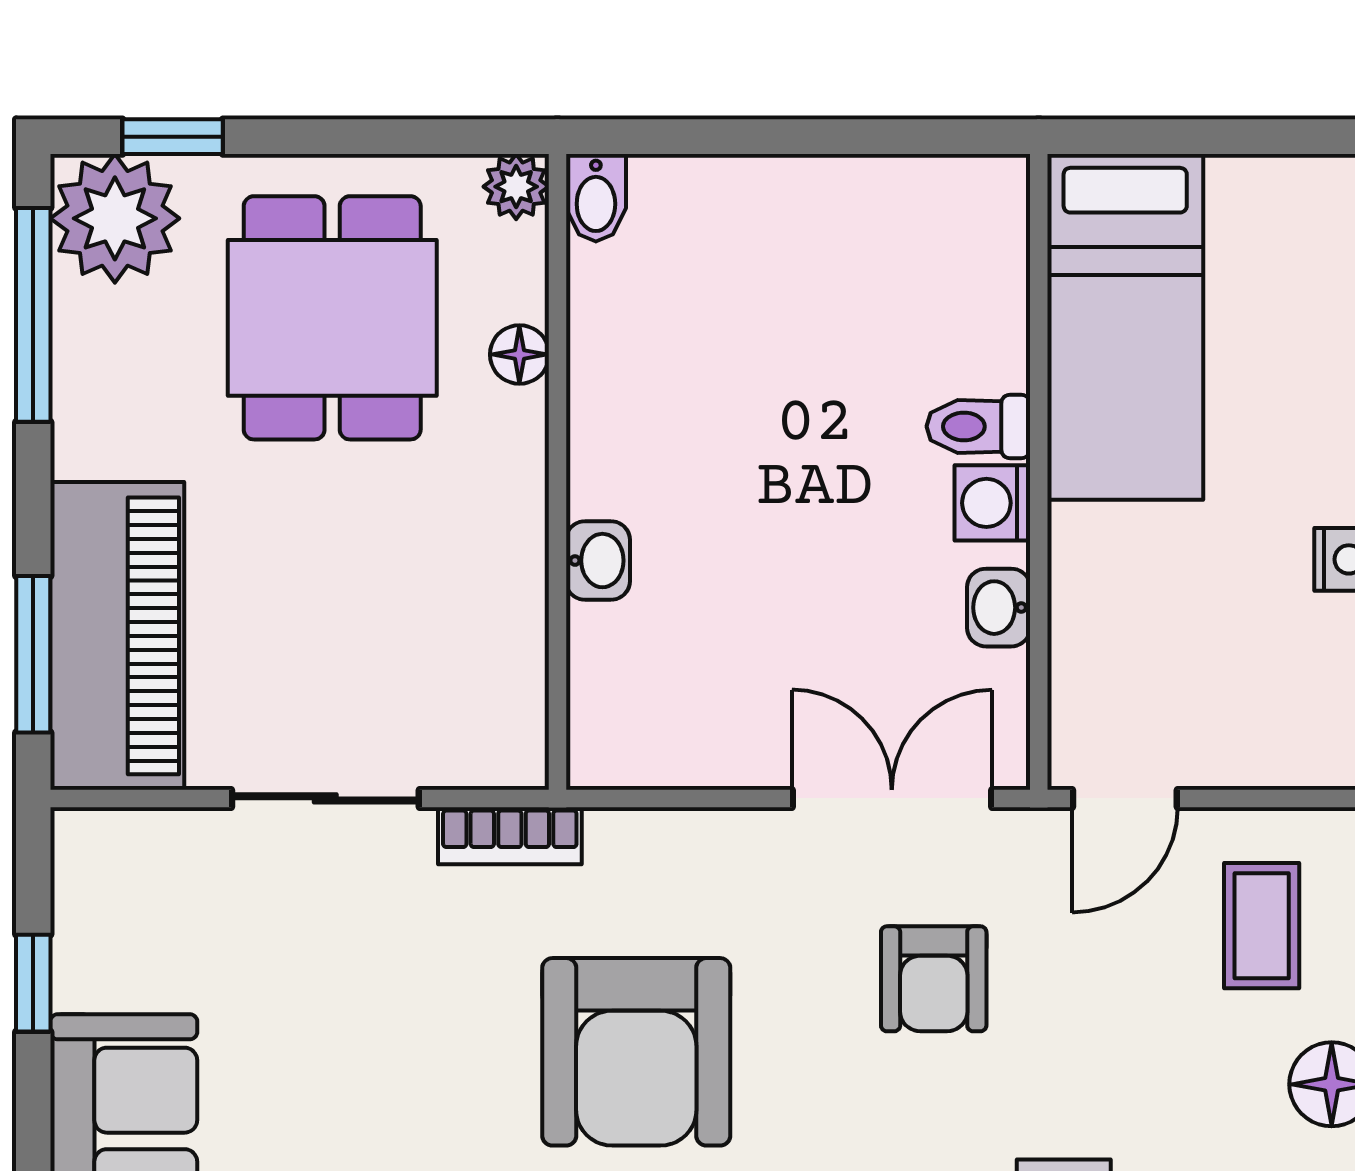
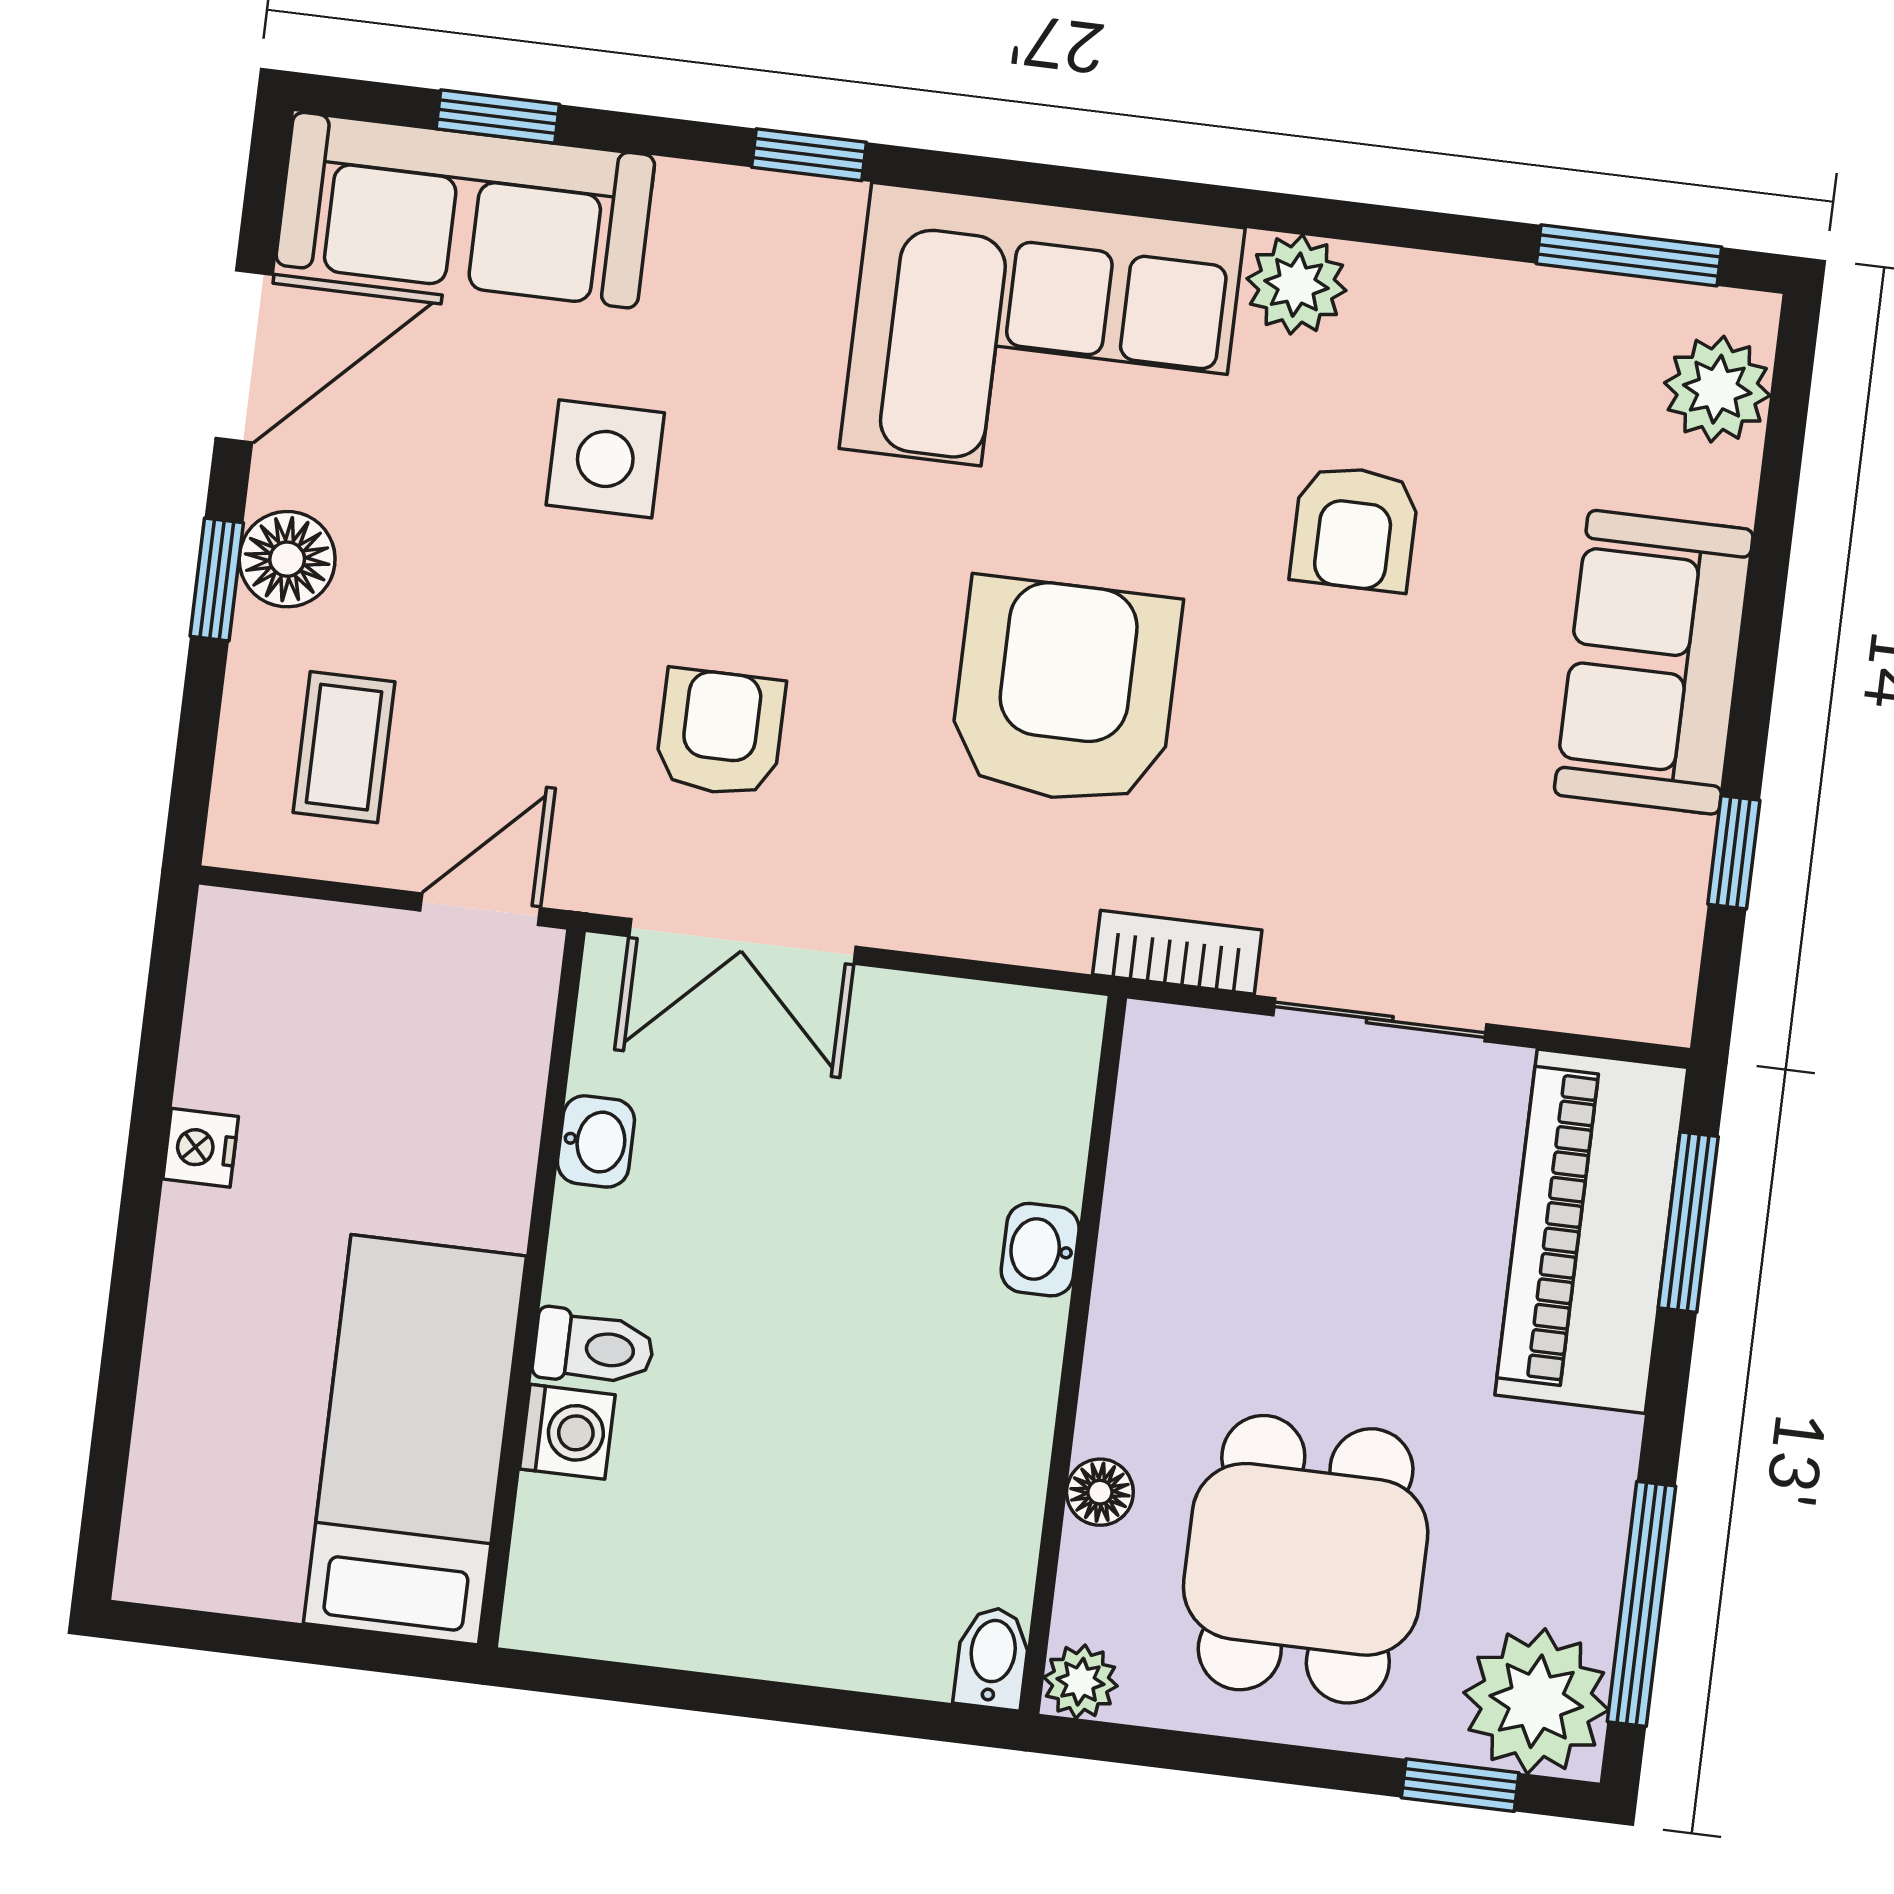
washing machine: (992, 503) -> (567, 1432), moved

